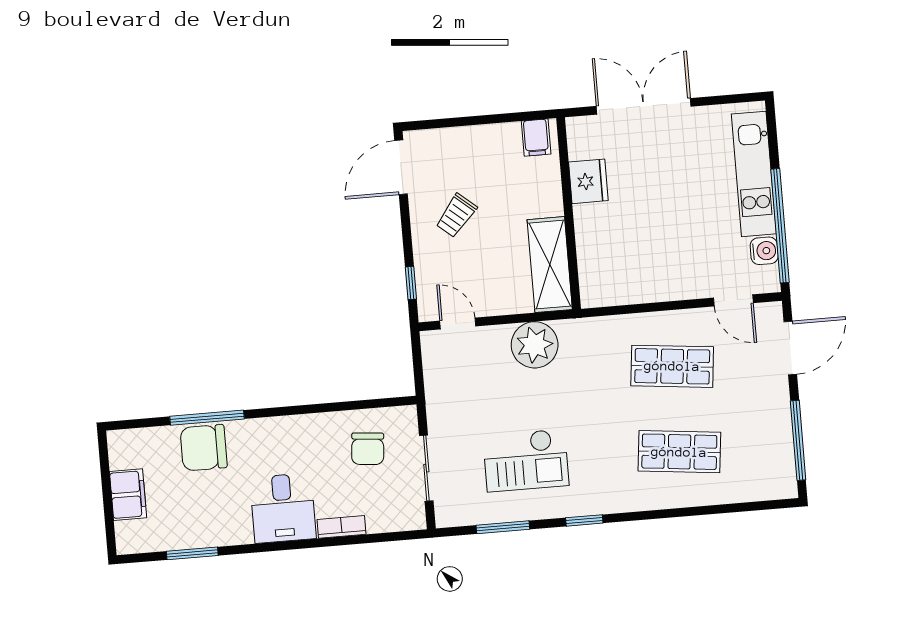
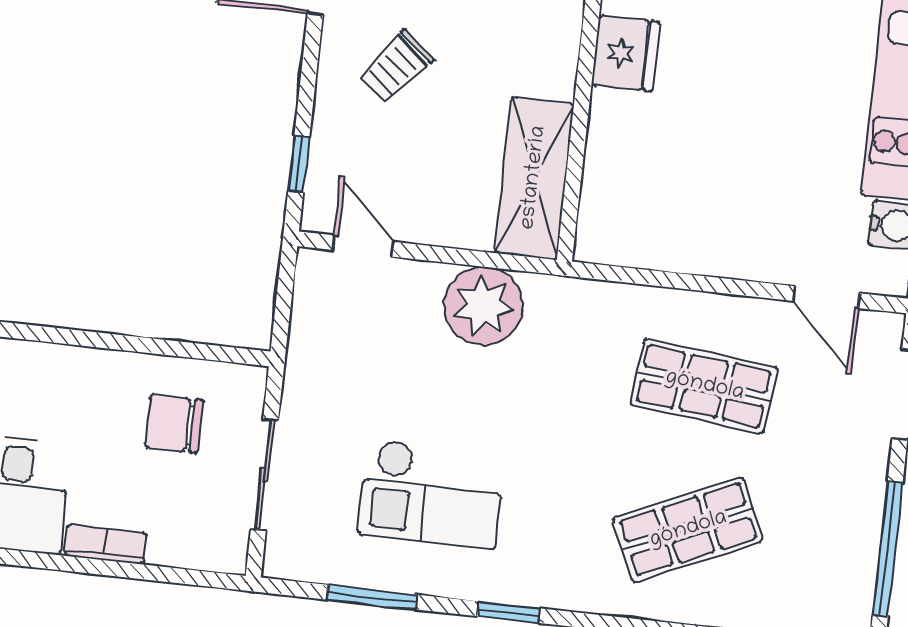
chair: (368, 449) -> (174, 424), turned 85
shop shelf: (679, 452) -> (688, 530), turned -30

